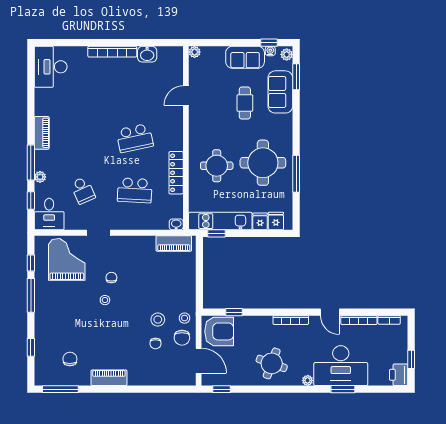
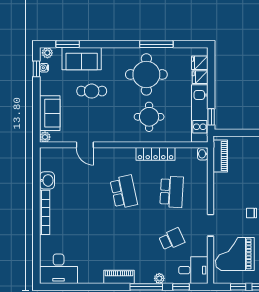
sofa: (245, 57) -> (50, 113), moved

